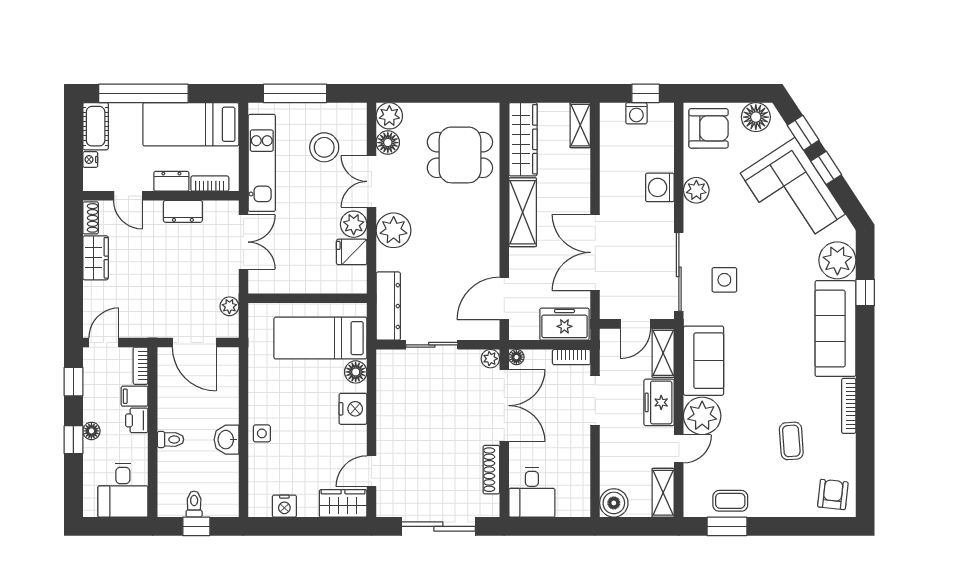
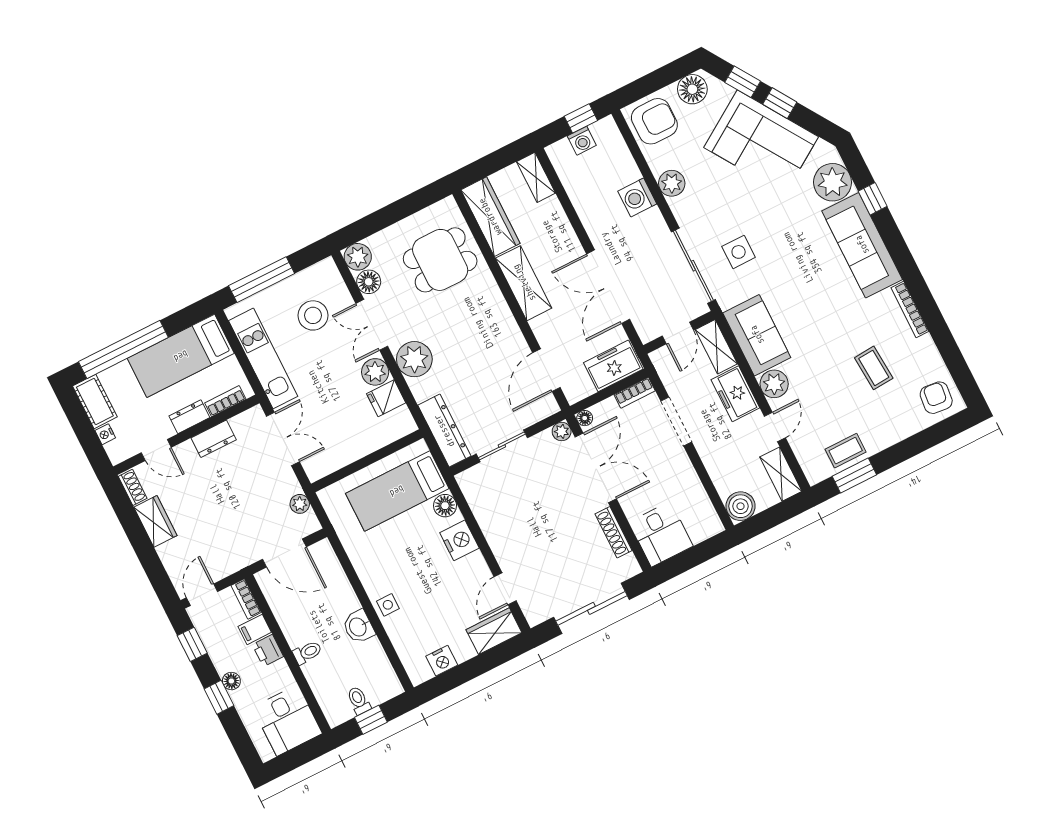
plant: (702, 416) -> (774, 384), width x0.73, depth x0.73

